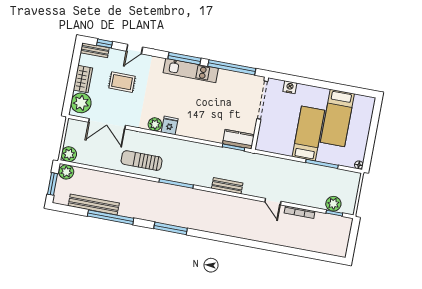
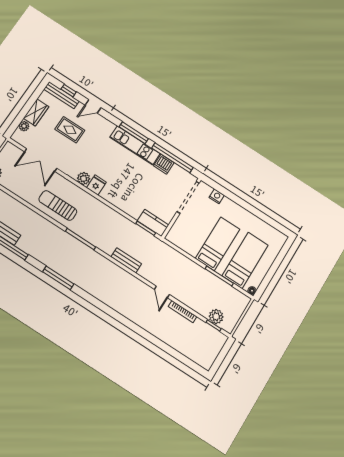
bench: (95, 50) -> (61, 95), width x1.36
dishwasher: (226, 77) -> (164, 164), added
plant: (81, 103) -> (24, 126), width x0.53, depth x0.53
bed: (337, 118) -> (245, 260), moved, turned 180

